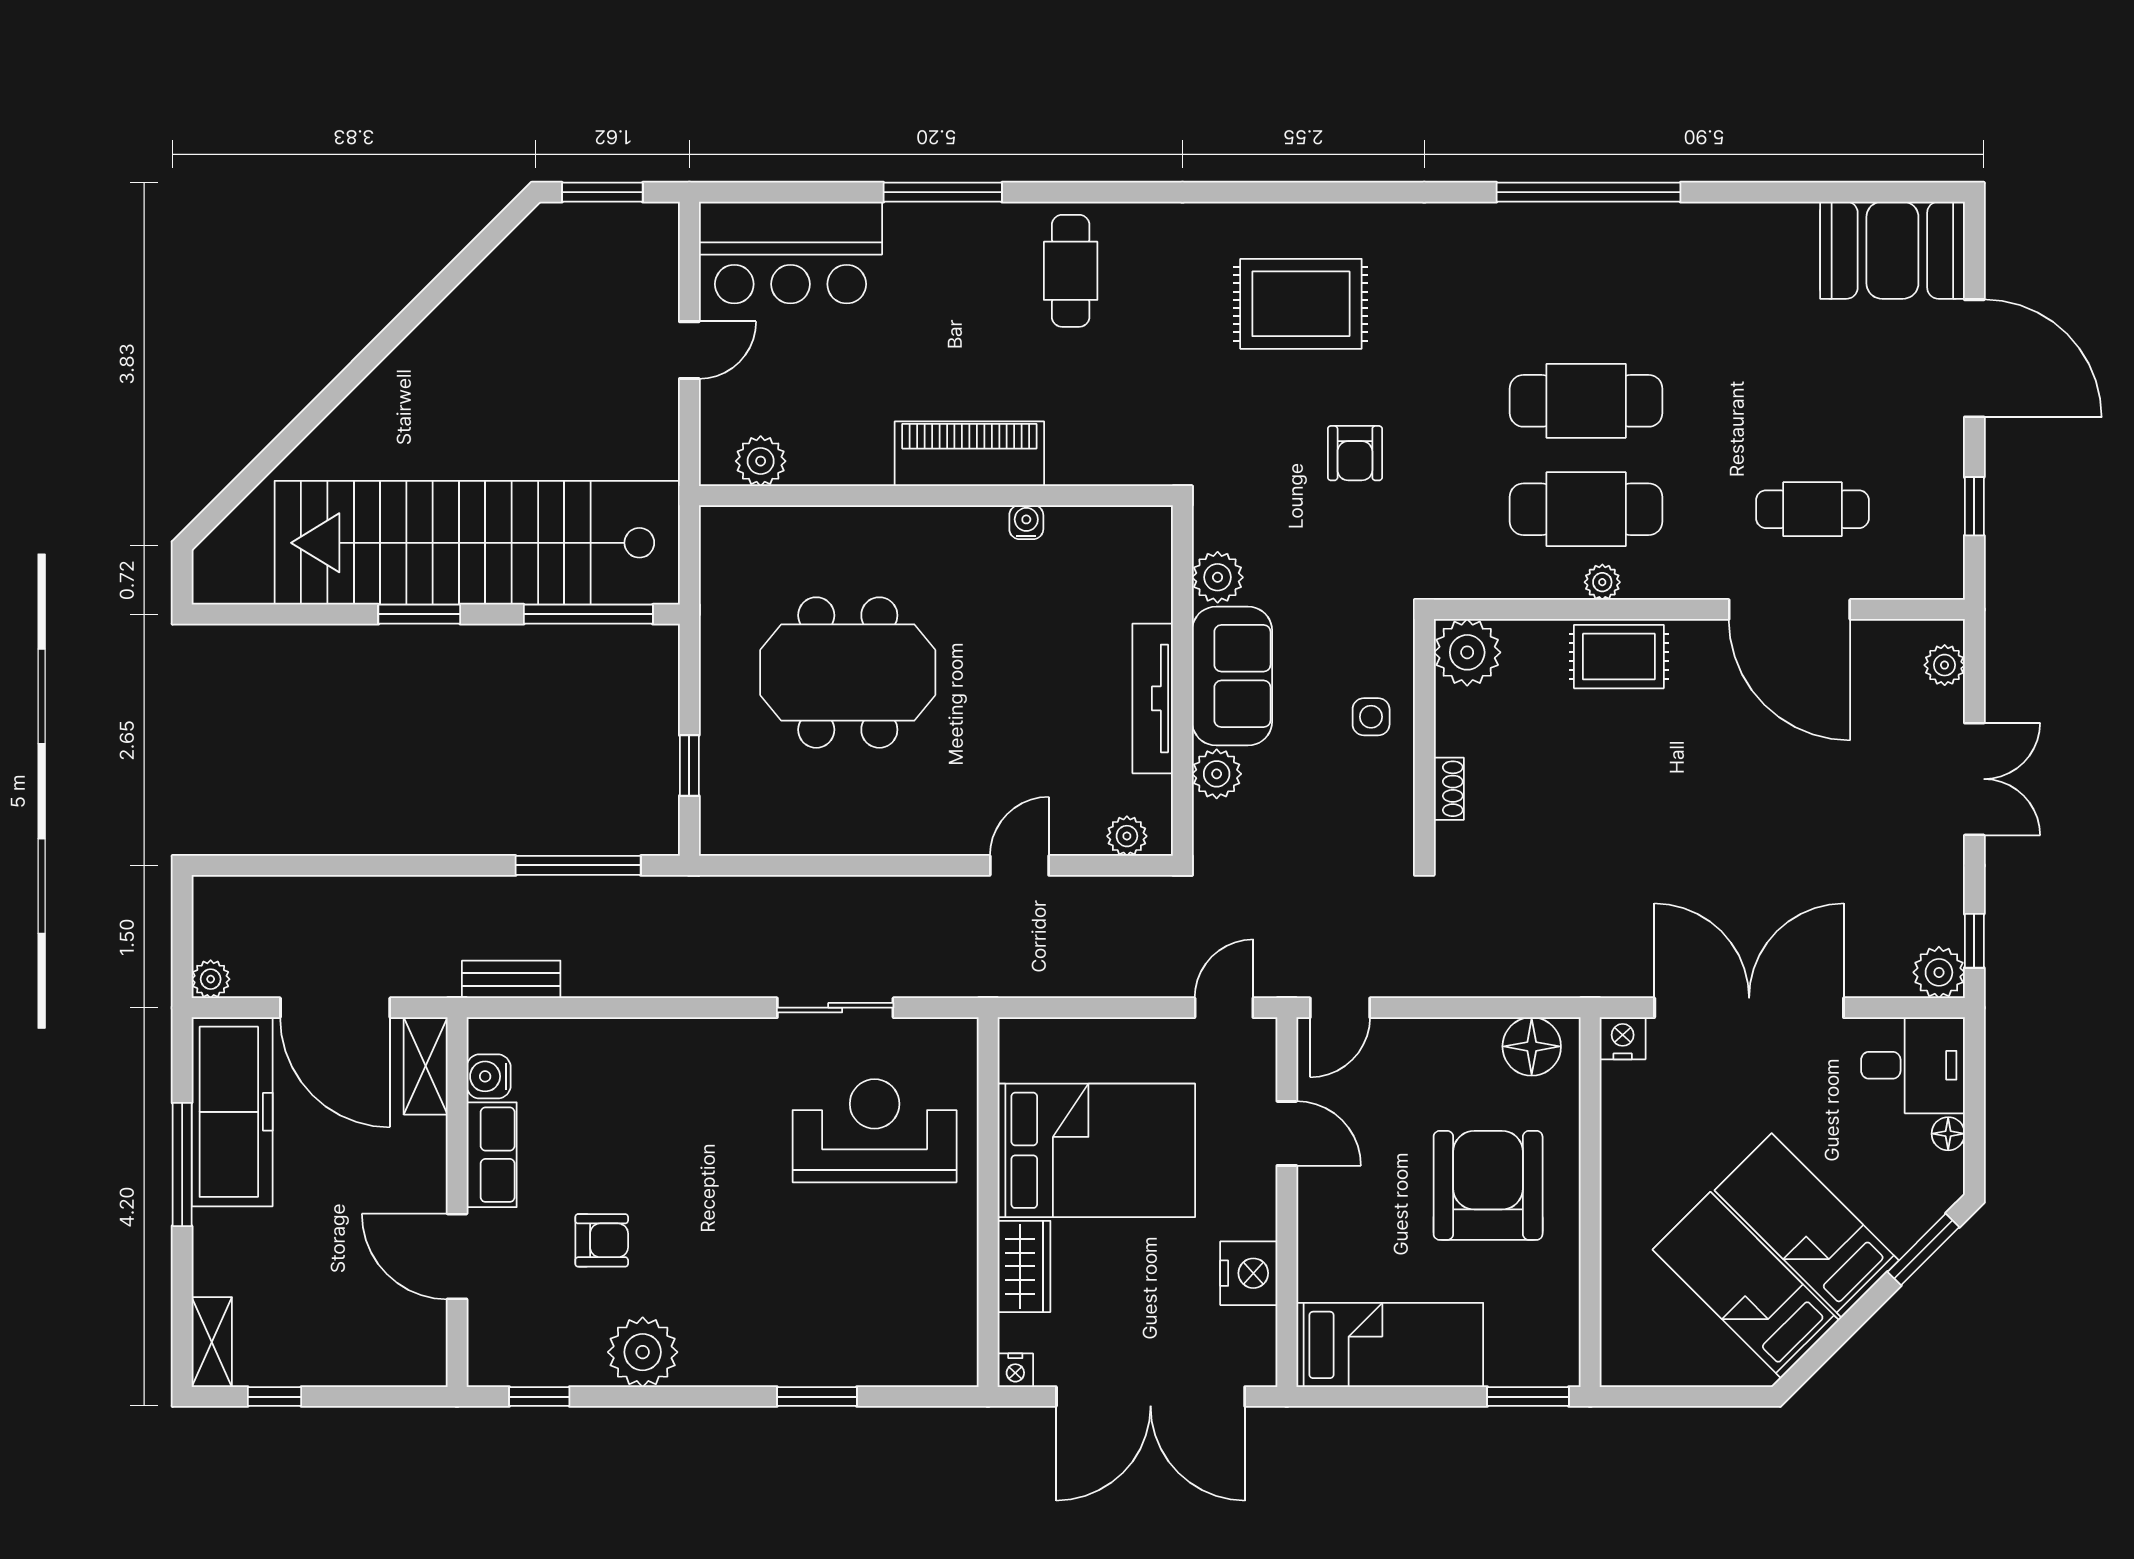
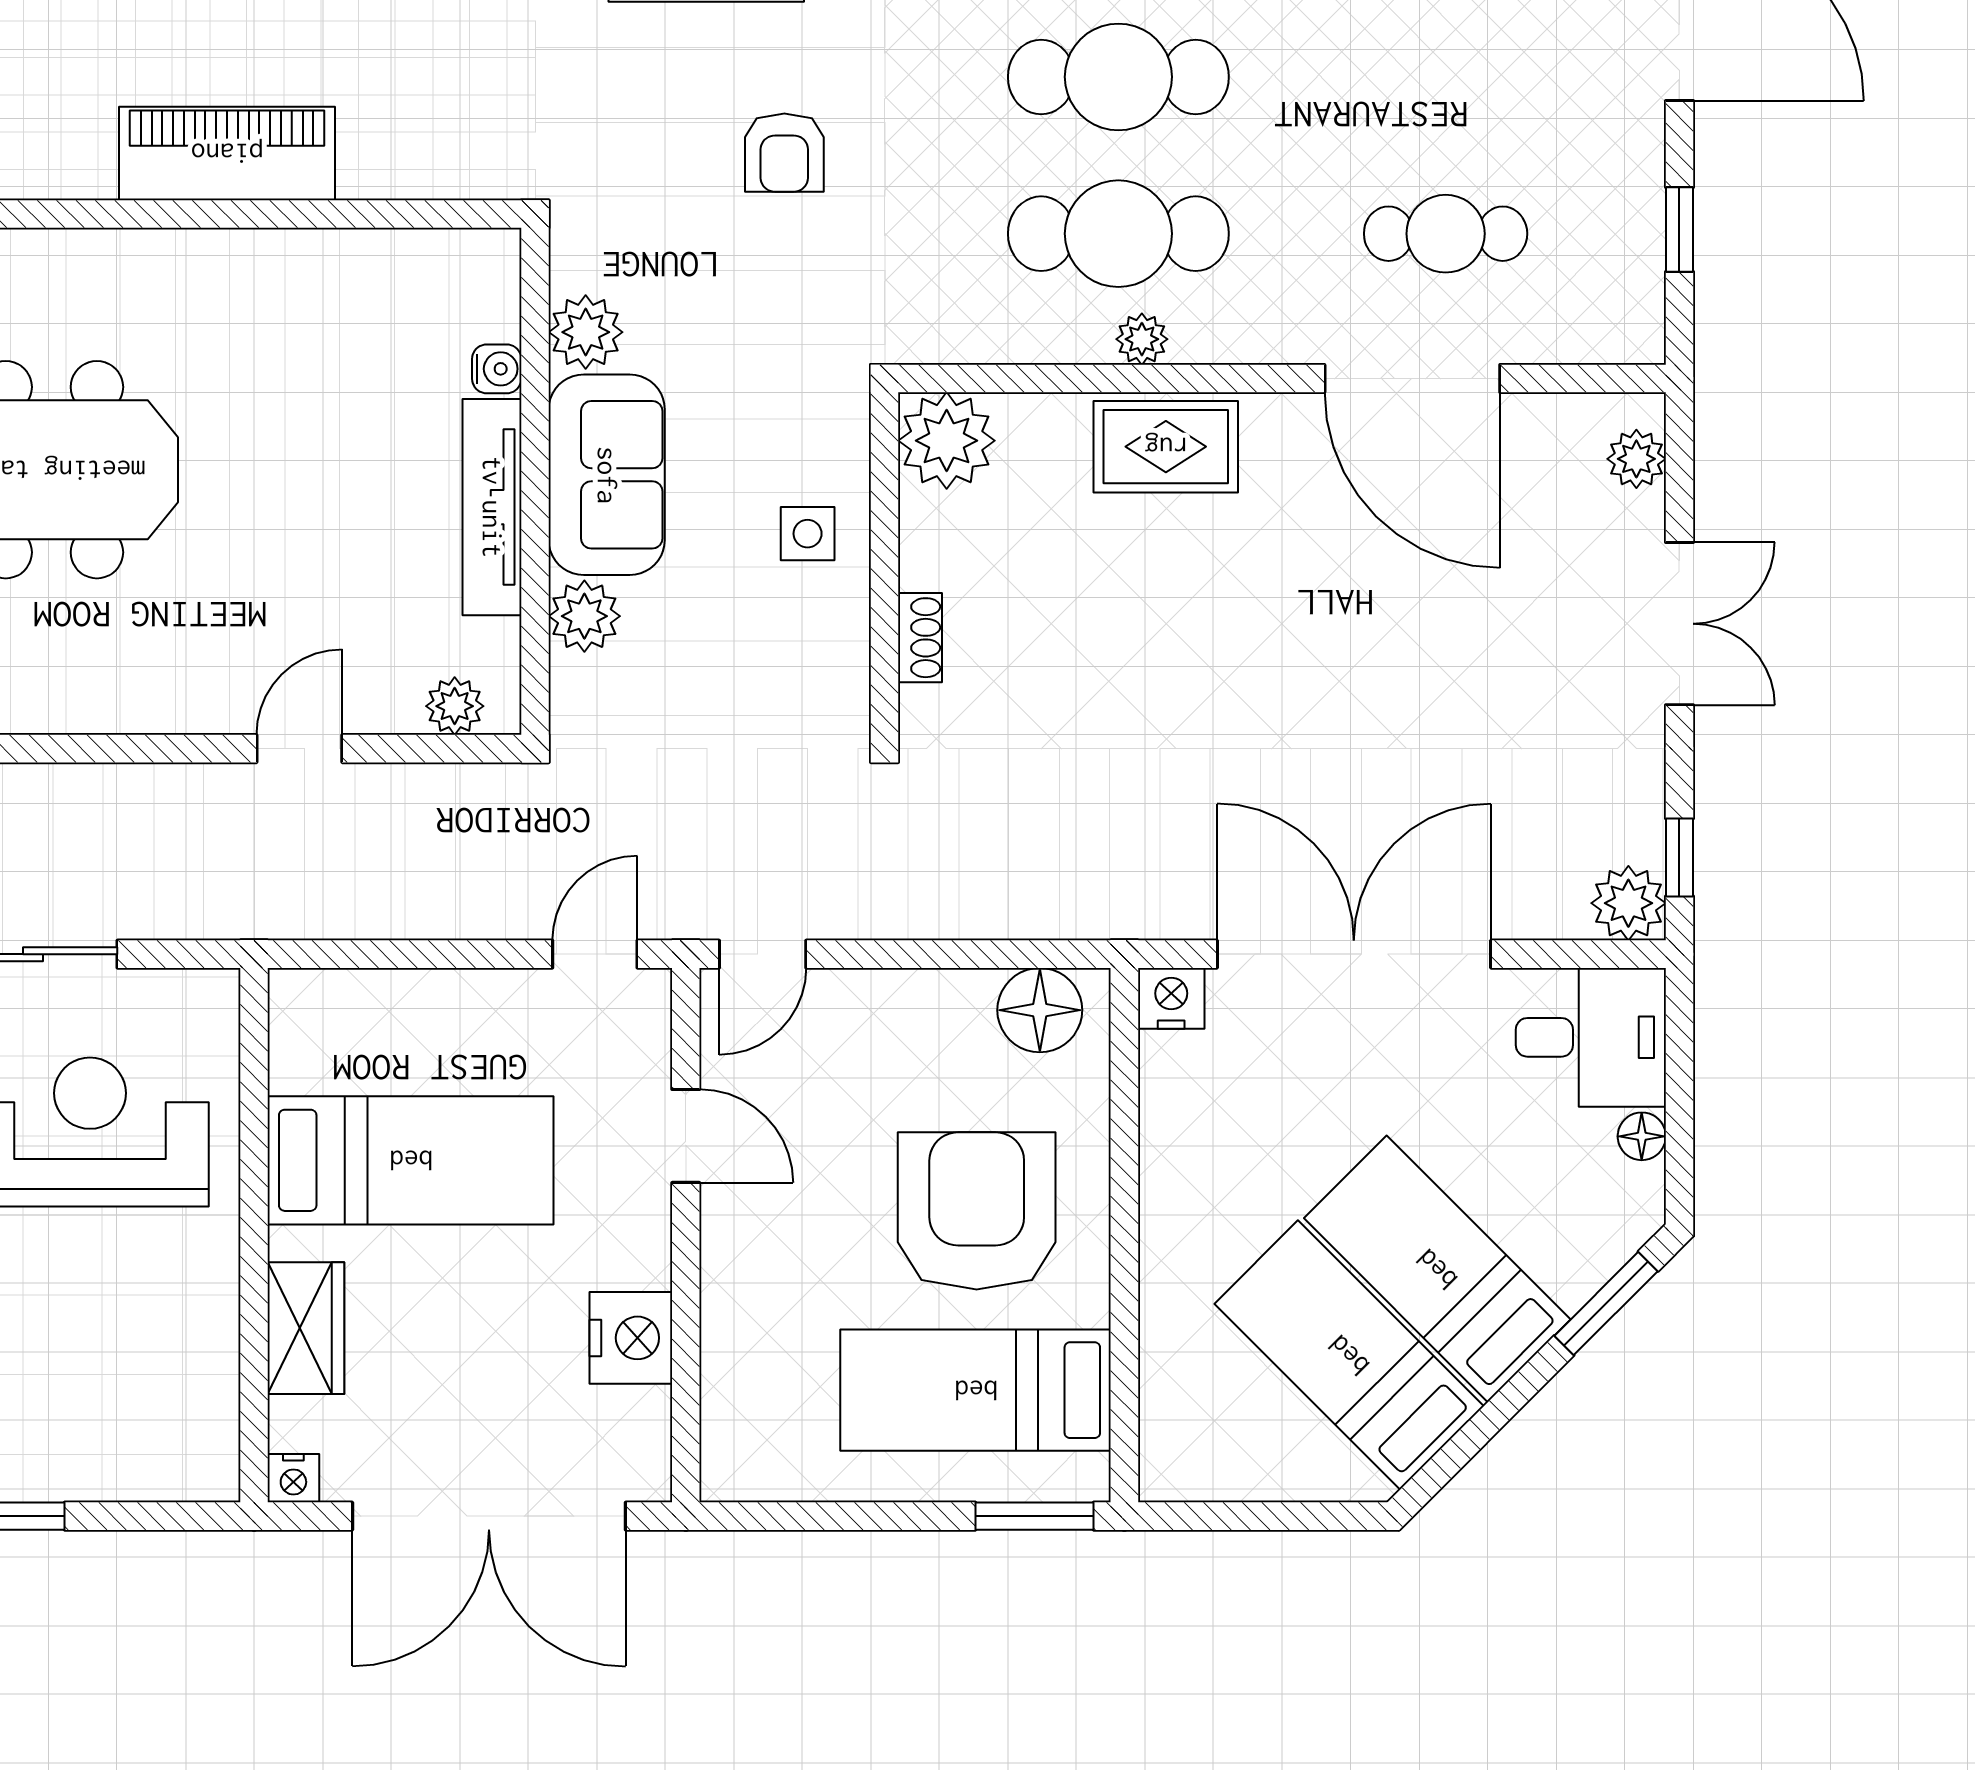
water cooler: (1026, 522) -> (497, 369), moved, turned 90
bed: (1096, 1150) -> (411, 1160), width x0.67
bed: (1390, 1345) -> (976, 1390), moved, turned 180

